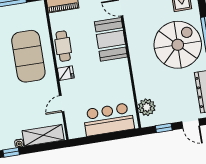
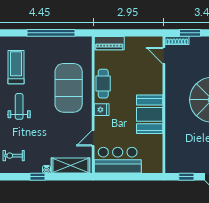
booth: (111, 39) -> (150, 114), moved
plant: (147, 107) -> (173, 154), removed
bar counter: (109, 119) -> (118, 160), moved

